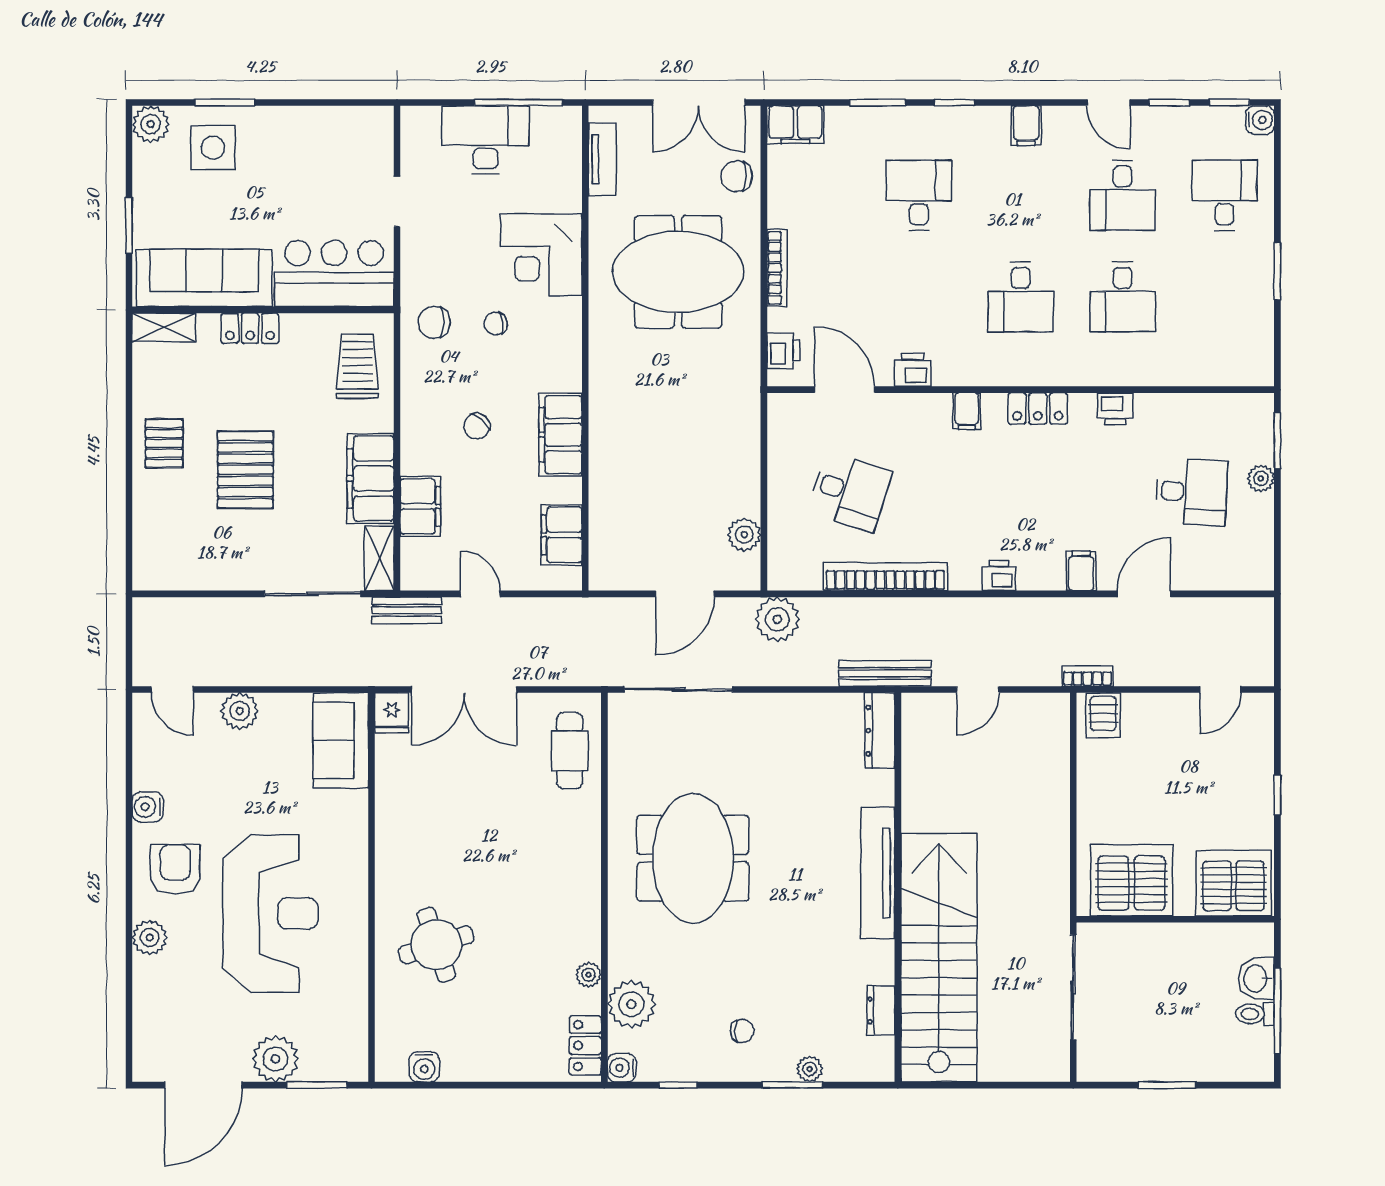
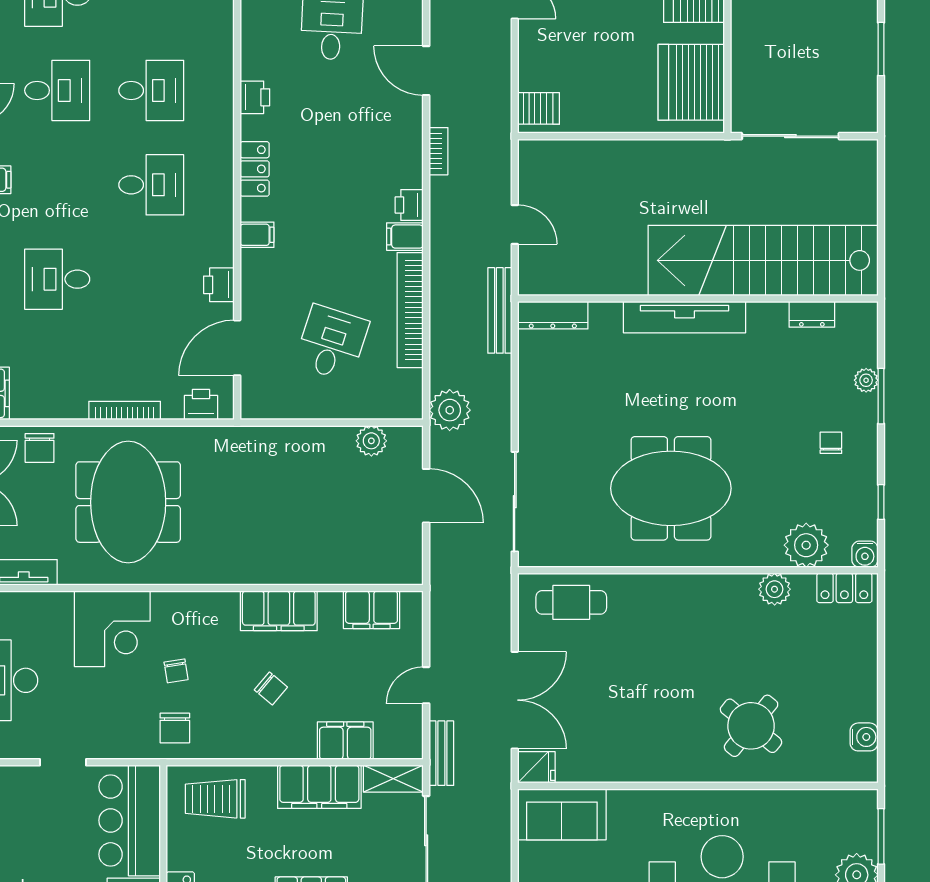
filing cabinet: (1081, 571) -> (405, 237), moved
bookcase: (1088, 676) -> (439, 151), moved, turned 180
round table: (436, 945) -> (751, 726), turned -33
plant: (589, 975) -> (775, 589), width x1.38, depth x1.38

